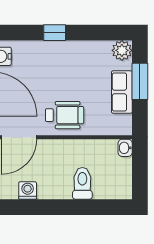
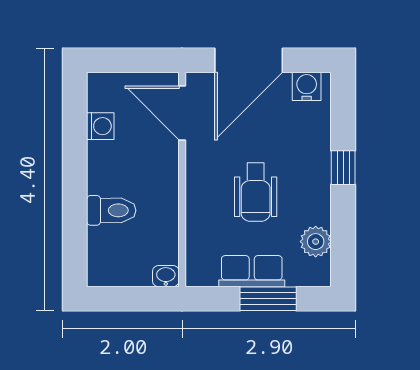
plant: (122, 50) -> (316, 242), moved
wheelchair: (65, 115) -> (256, 192), moved

